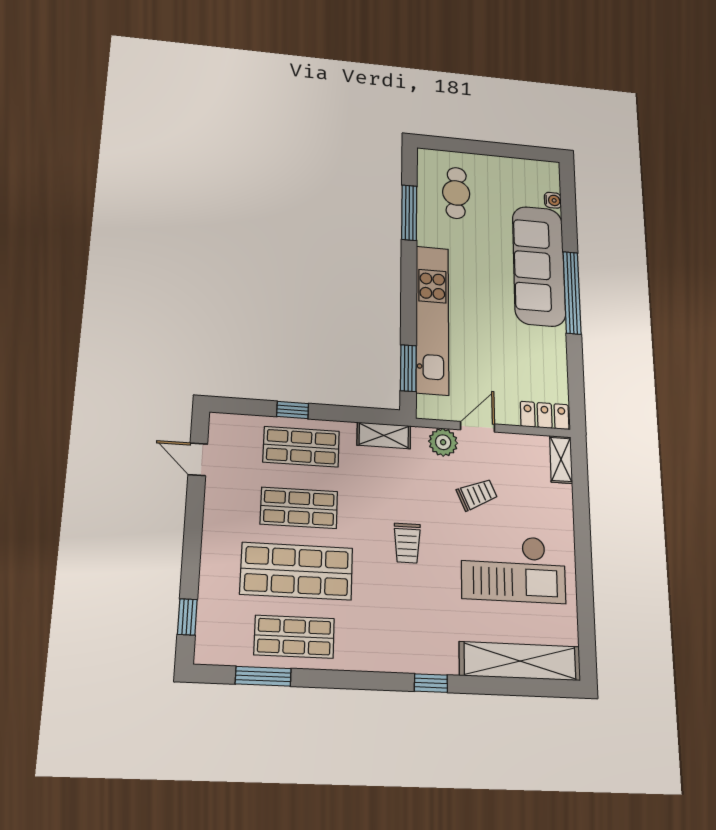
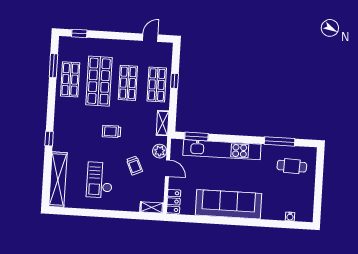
sofa: (539, 266) -> (229, 204), moved
window: (572, 293) -> (238, 221), removed
checkout: (513, 568) -> (100, 180), width x0.73, depth x0.83

